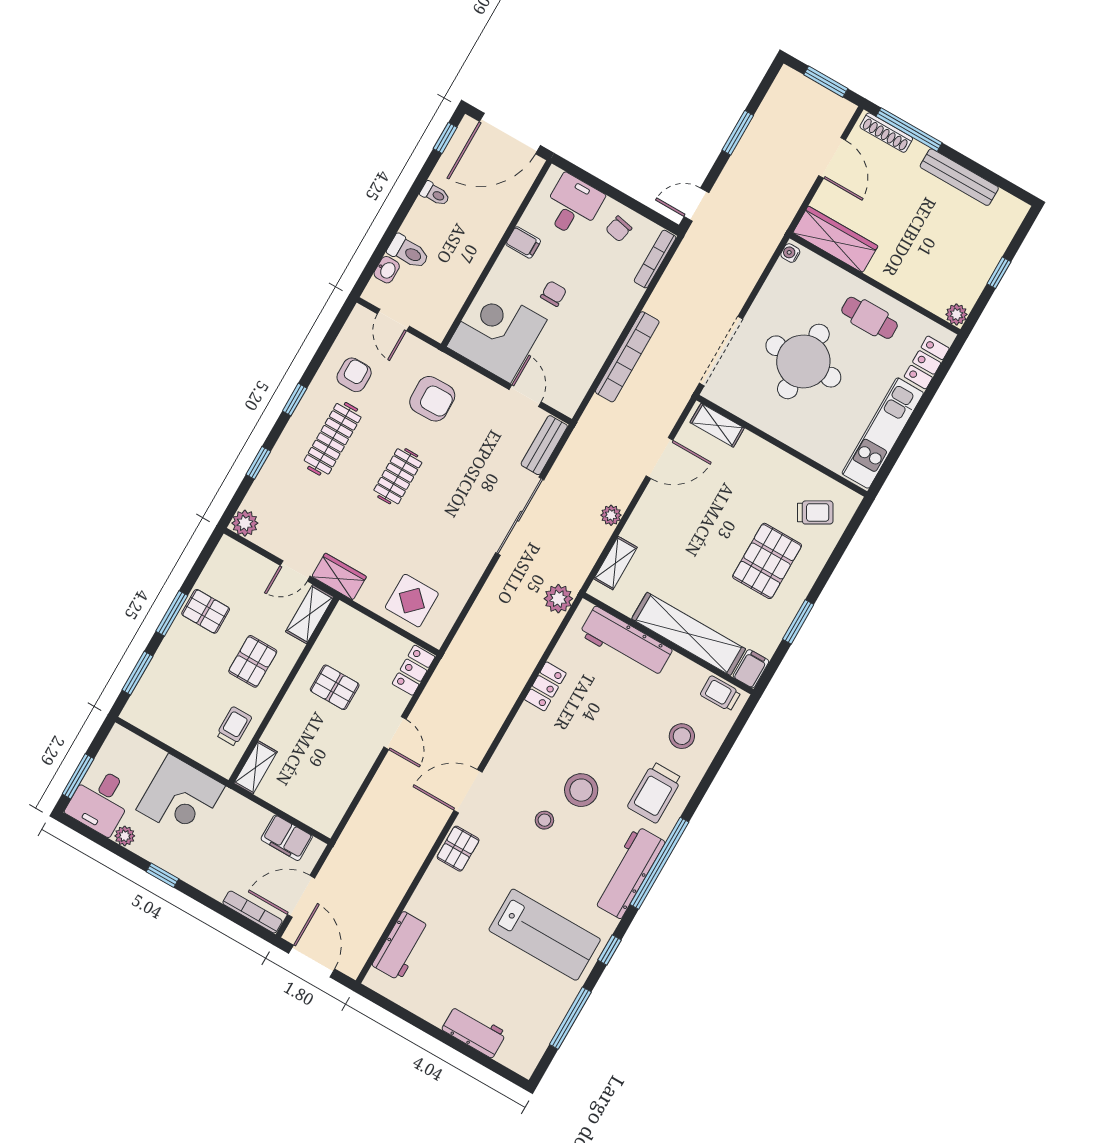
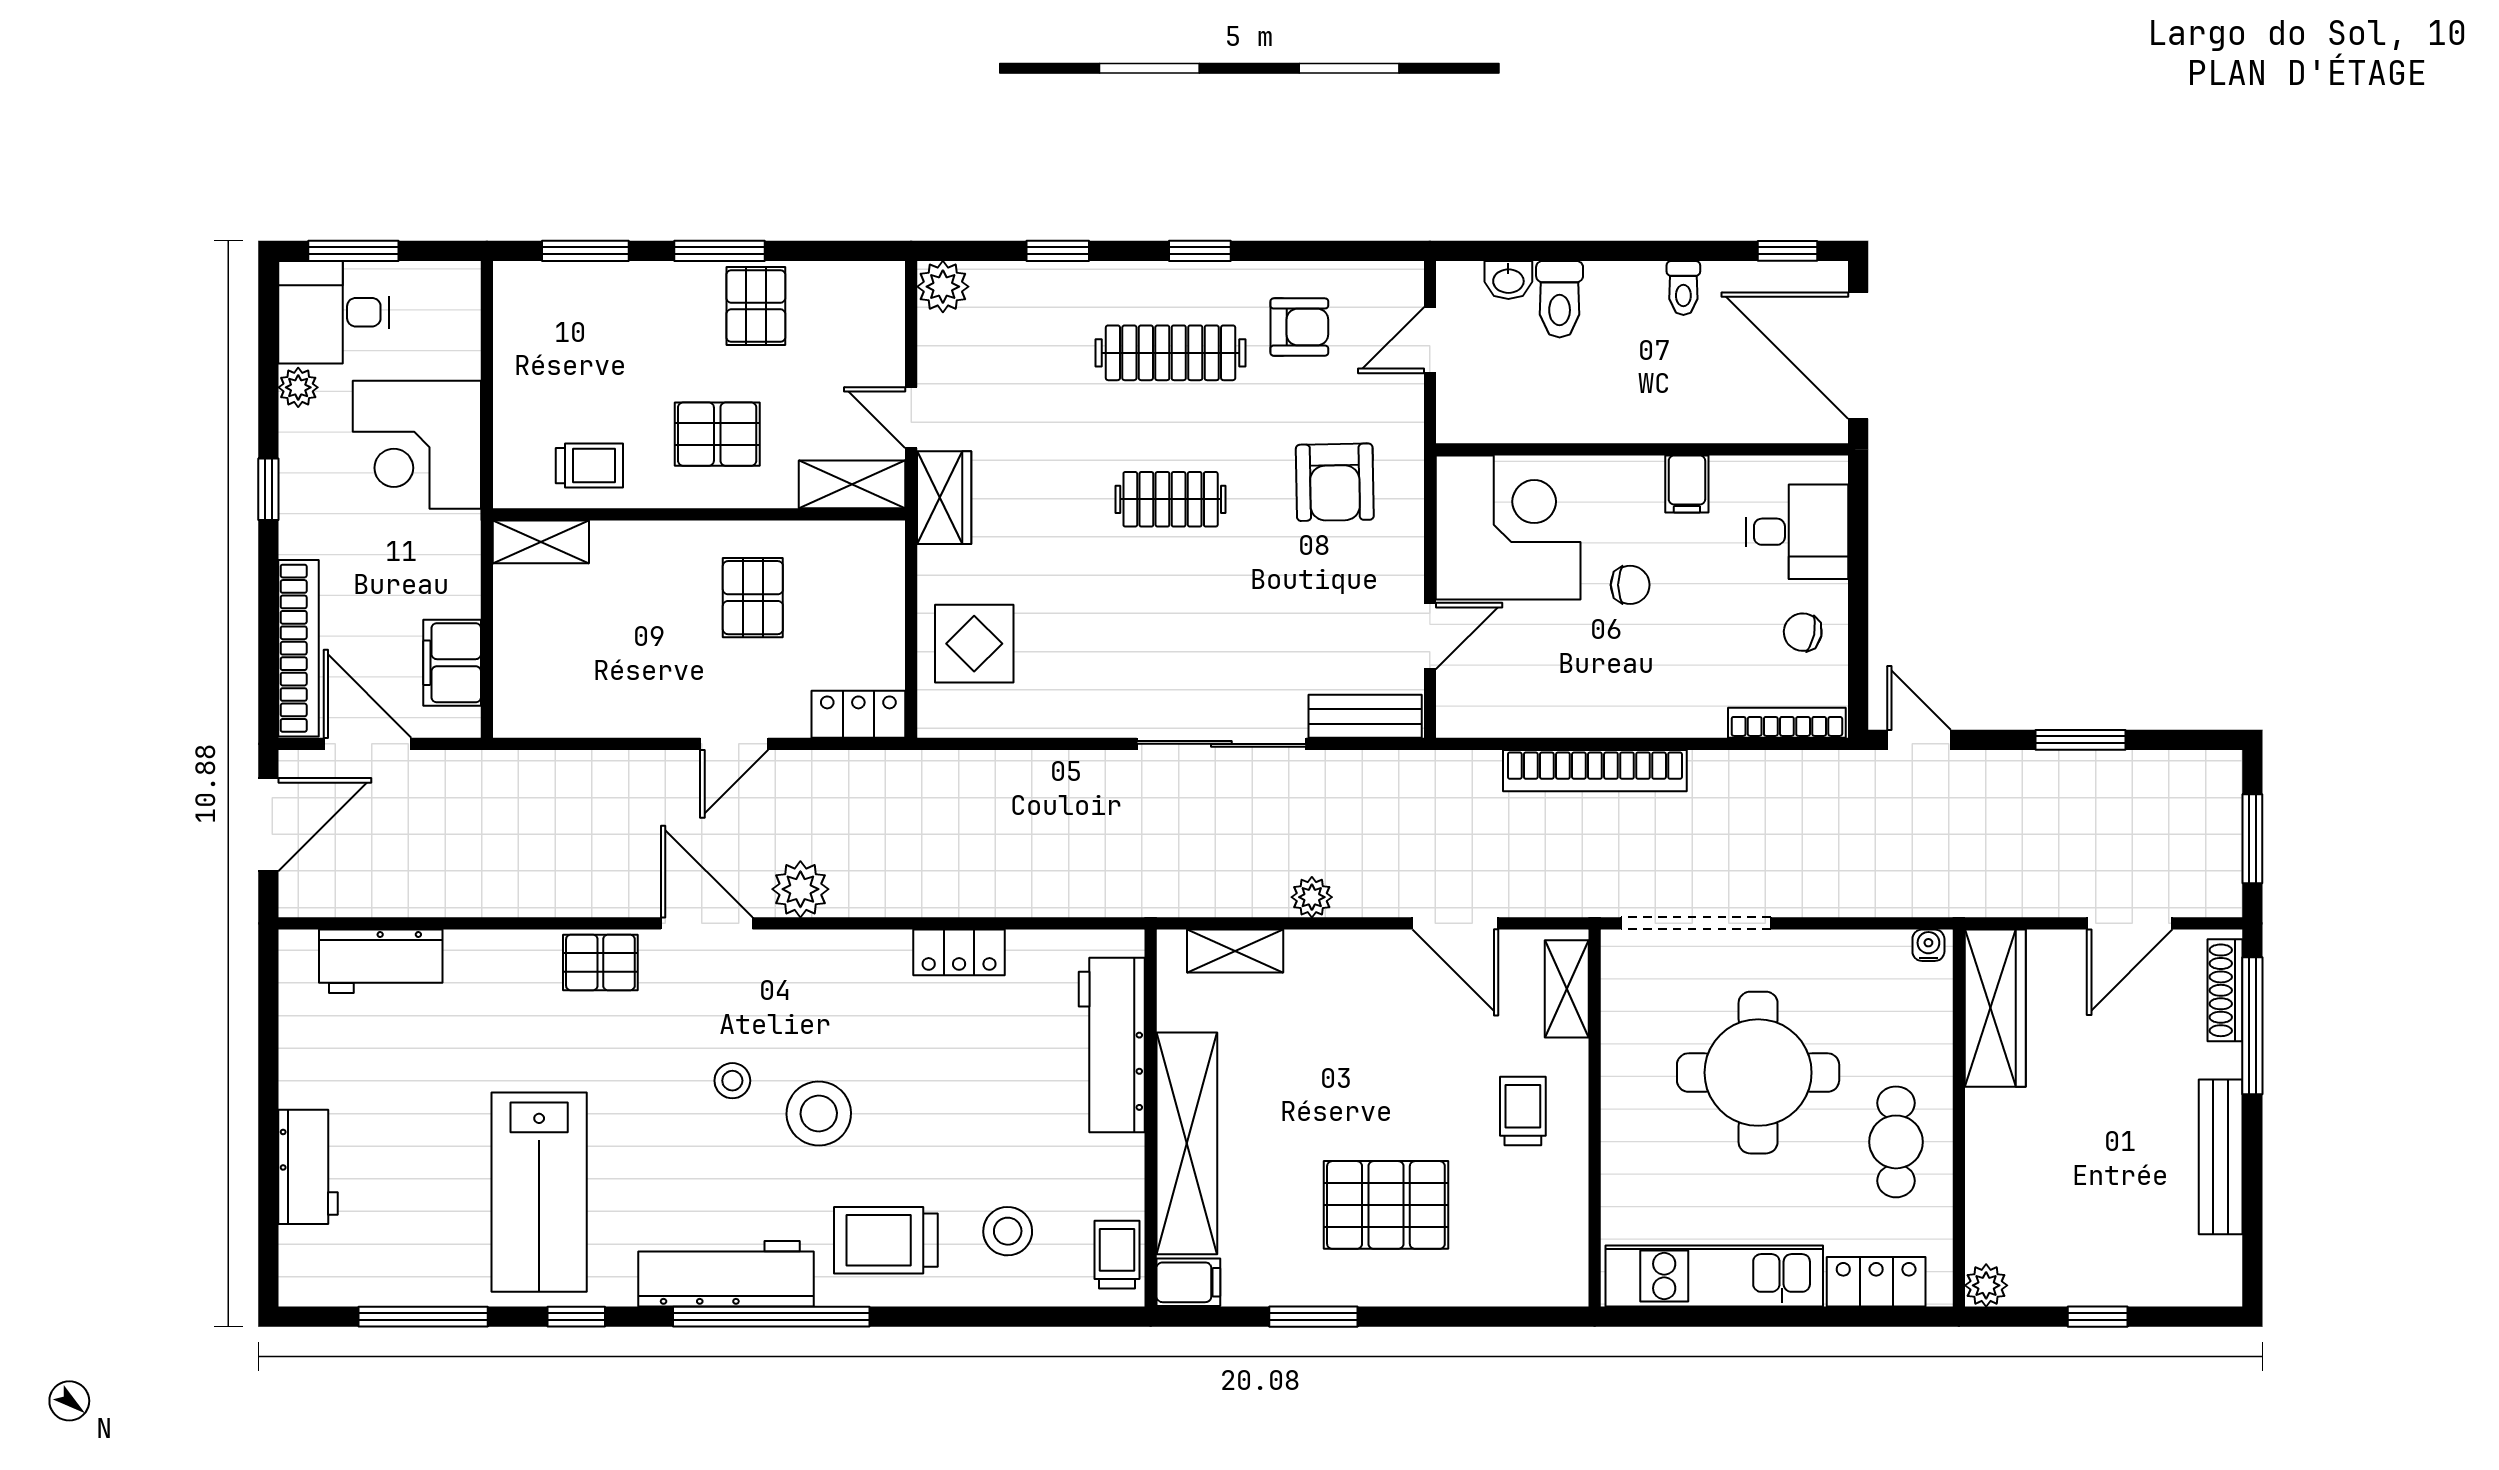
trolley: (815, 512) -> (1523, 1111), moved, turned -150
plant: (558, 599) -> (800, 889), moved
bookcase: (252, 912) -> (298, 648), width x1.48, depth x1.31

